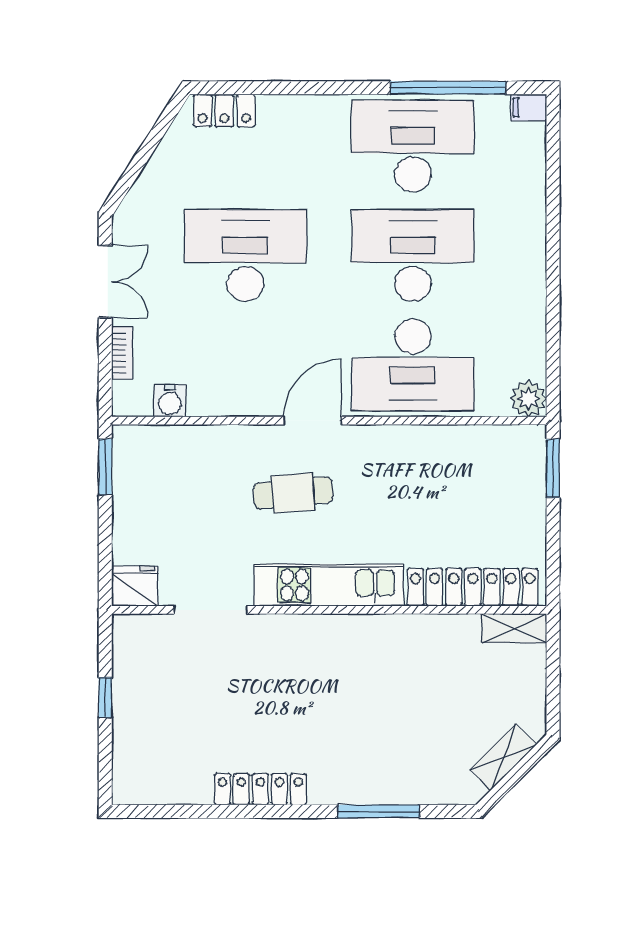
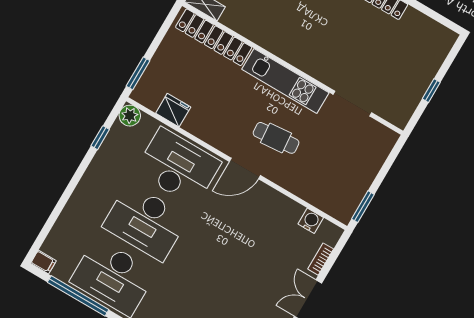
desk: (245, 255) -> (230, 272), removed
window: (553, 340) -> (100, 138), added
fridge: (135, 586) -> (173, 110), moved, turned 180

